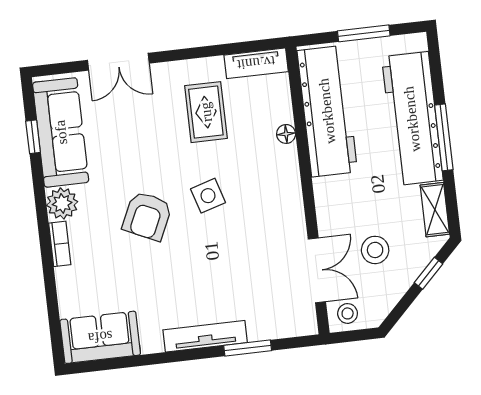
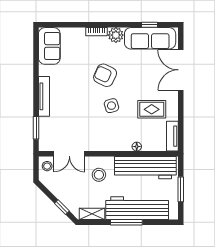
double door: (118, 62) -> (181, 70), width x1.37
stool: (375, 250) -> (99, 175), moved
window: (248, 348) -> (36, 128), moved

